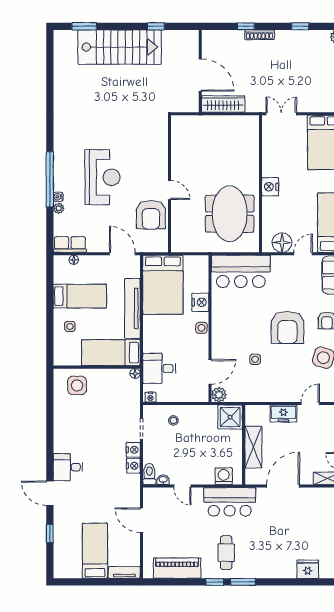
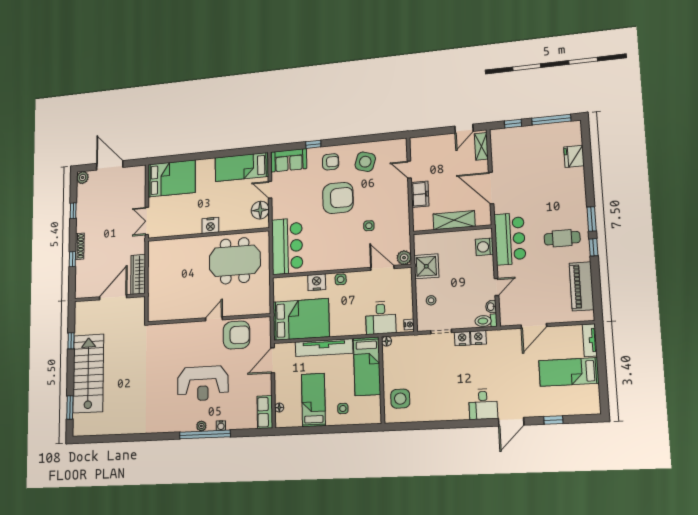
reception desk: (103, 177) -> (203, 383), turned 180
plant: (59, 208) -> (201, 426), moved
shower: (230, 417) -> (426, 266), moved

